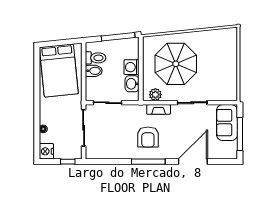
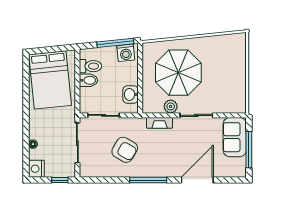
washing machine: (132, 67) -> (126, 53), moved, turned -96
plant: (155, 95) -> (171, 106), moved
armchair: (148, 137) -> (125, 150), moved, turned -60

